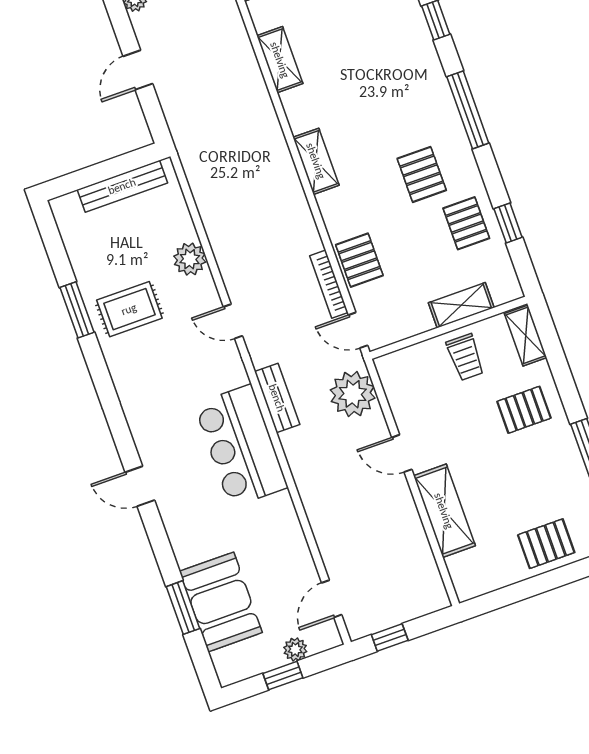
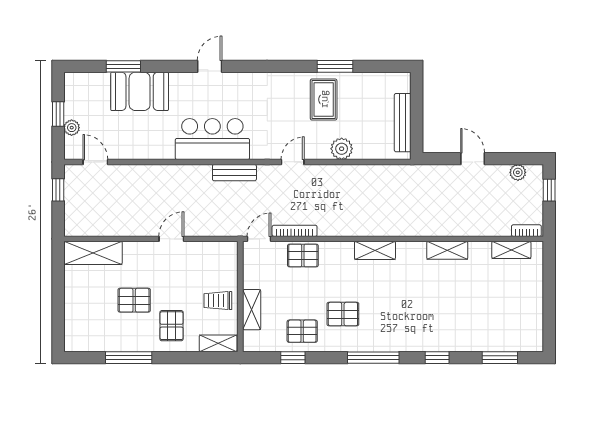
plant: (353, 394) -> (220, 221), removed
shelving: (444, 511) -> (93, 253), moved
pallet: (546, 544) -> (134, 300), moved, turned 90
booth: (221, 602) -> (140, 91), moved

